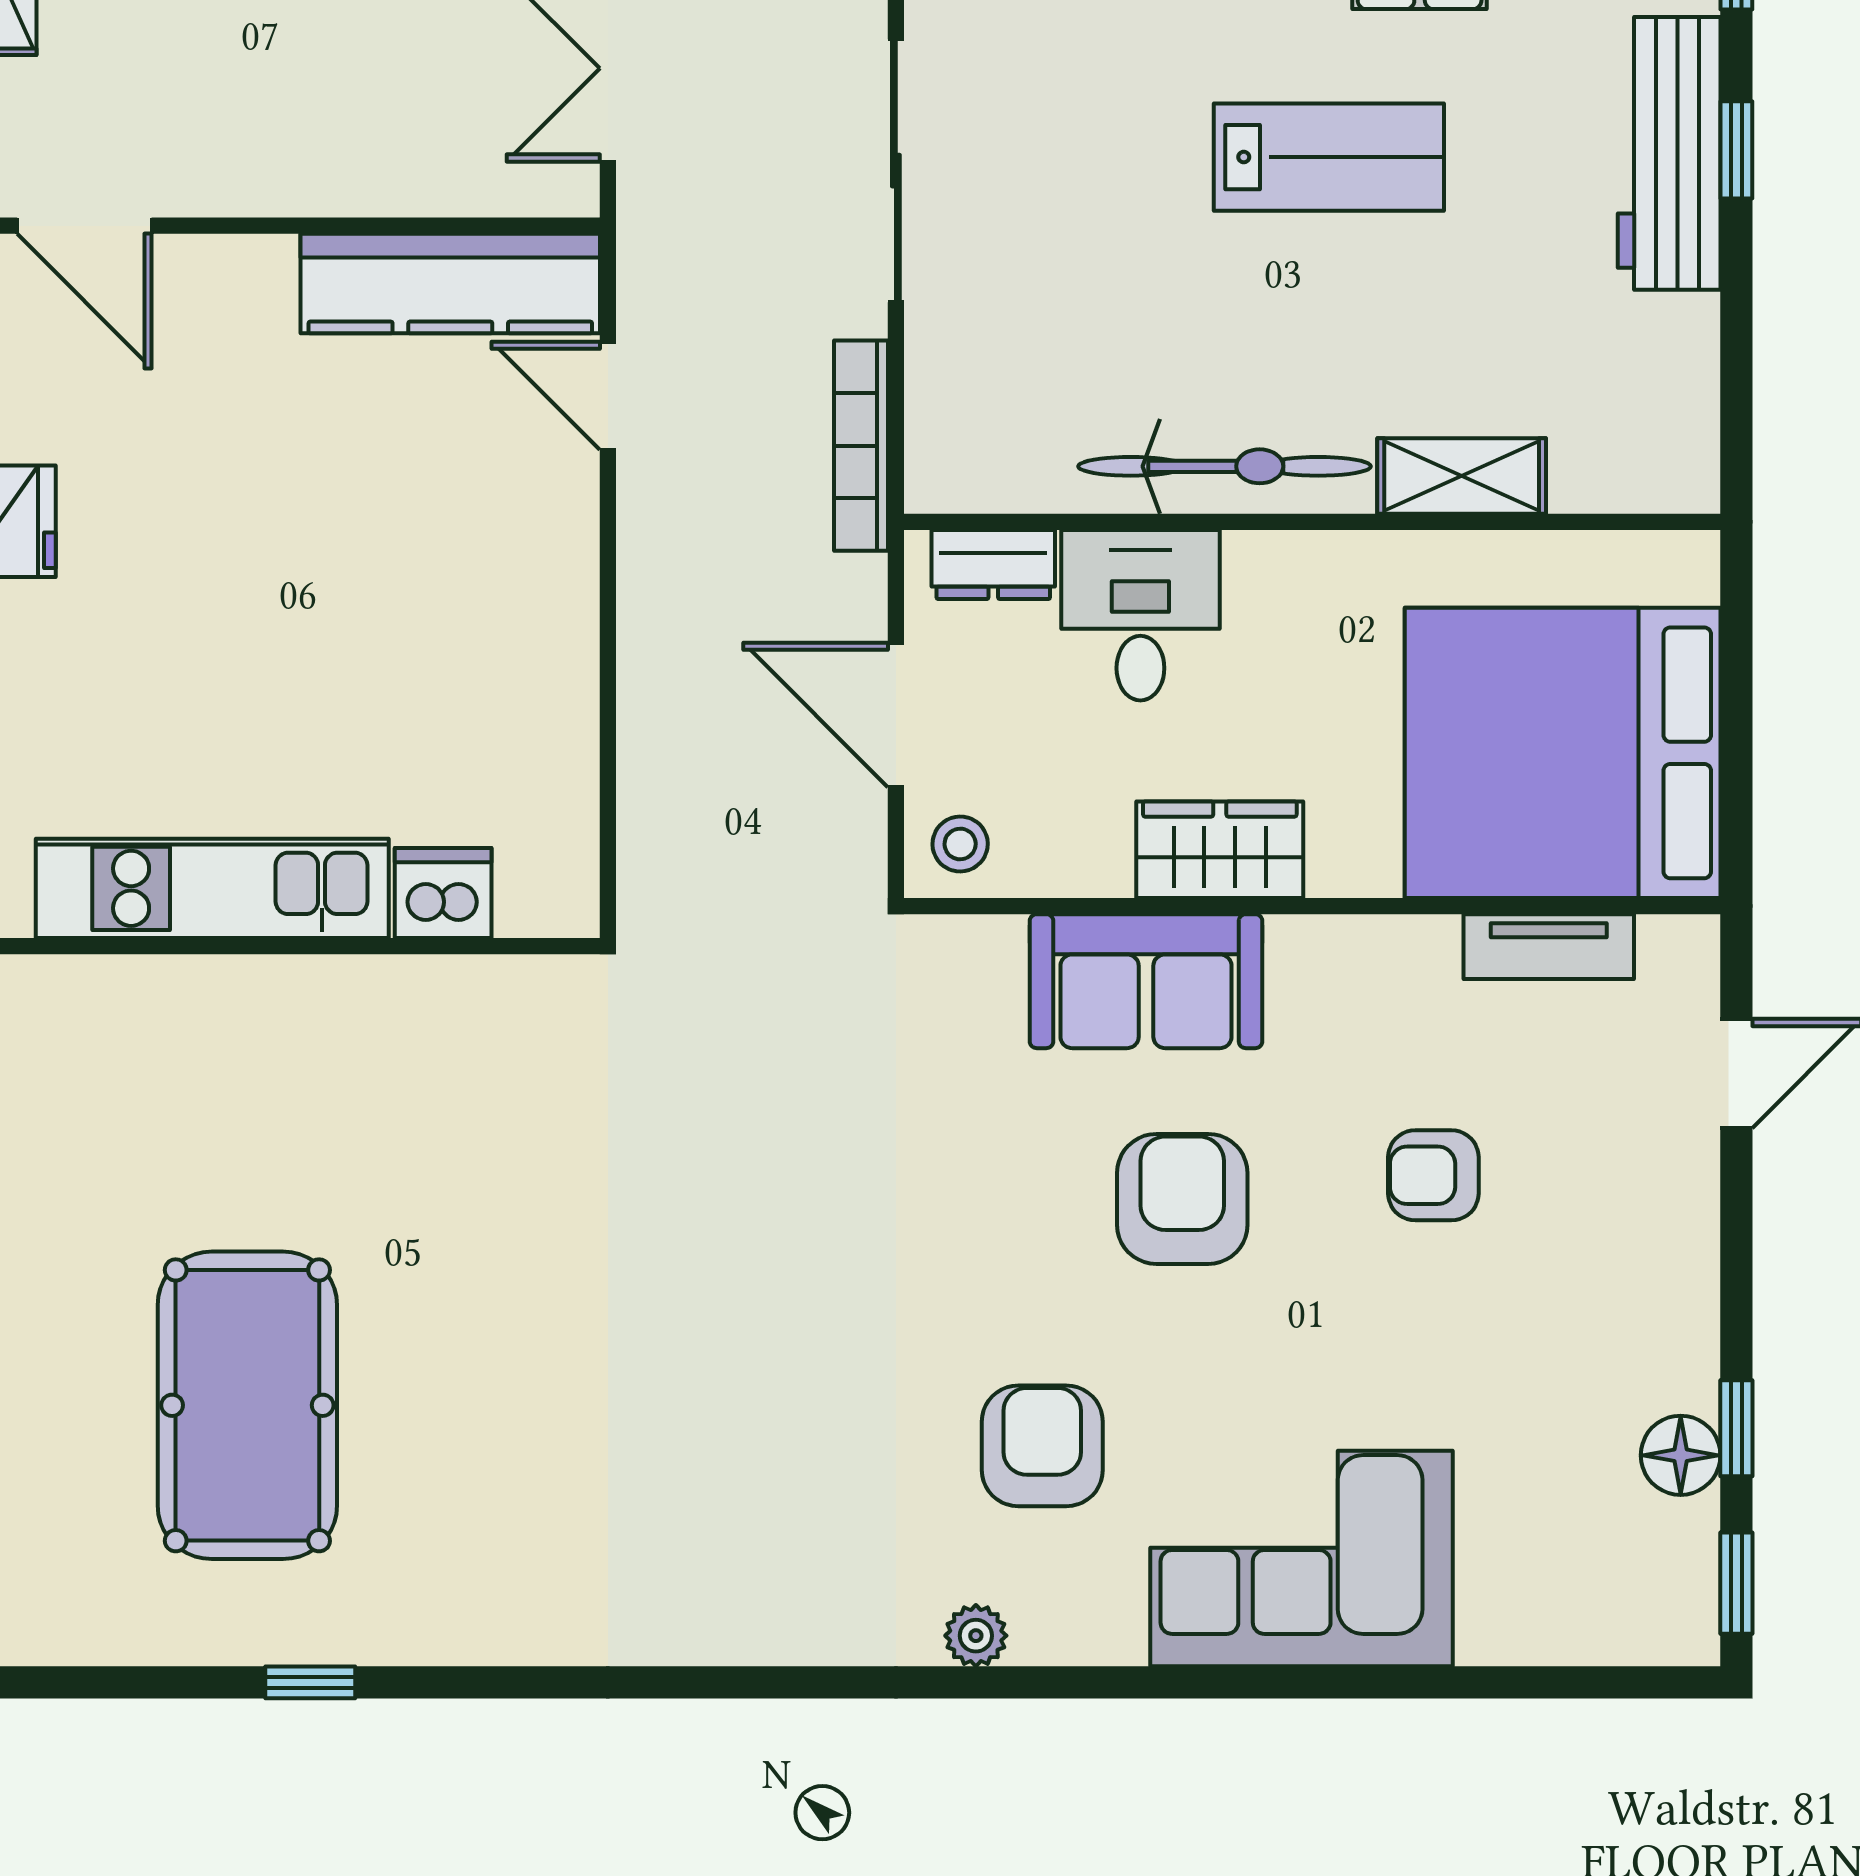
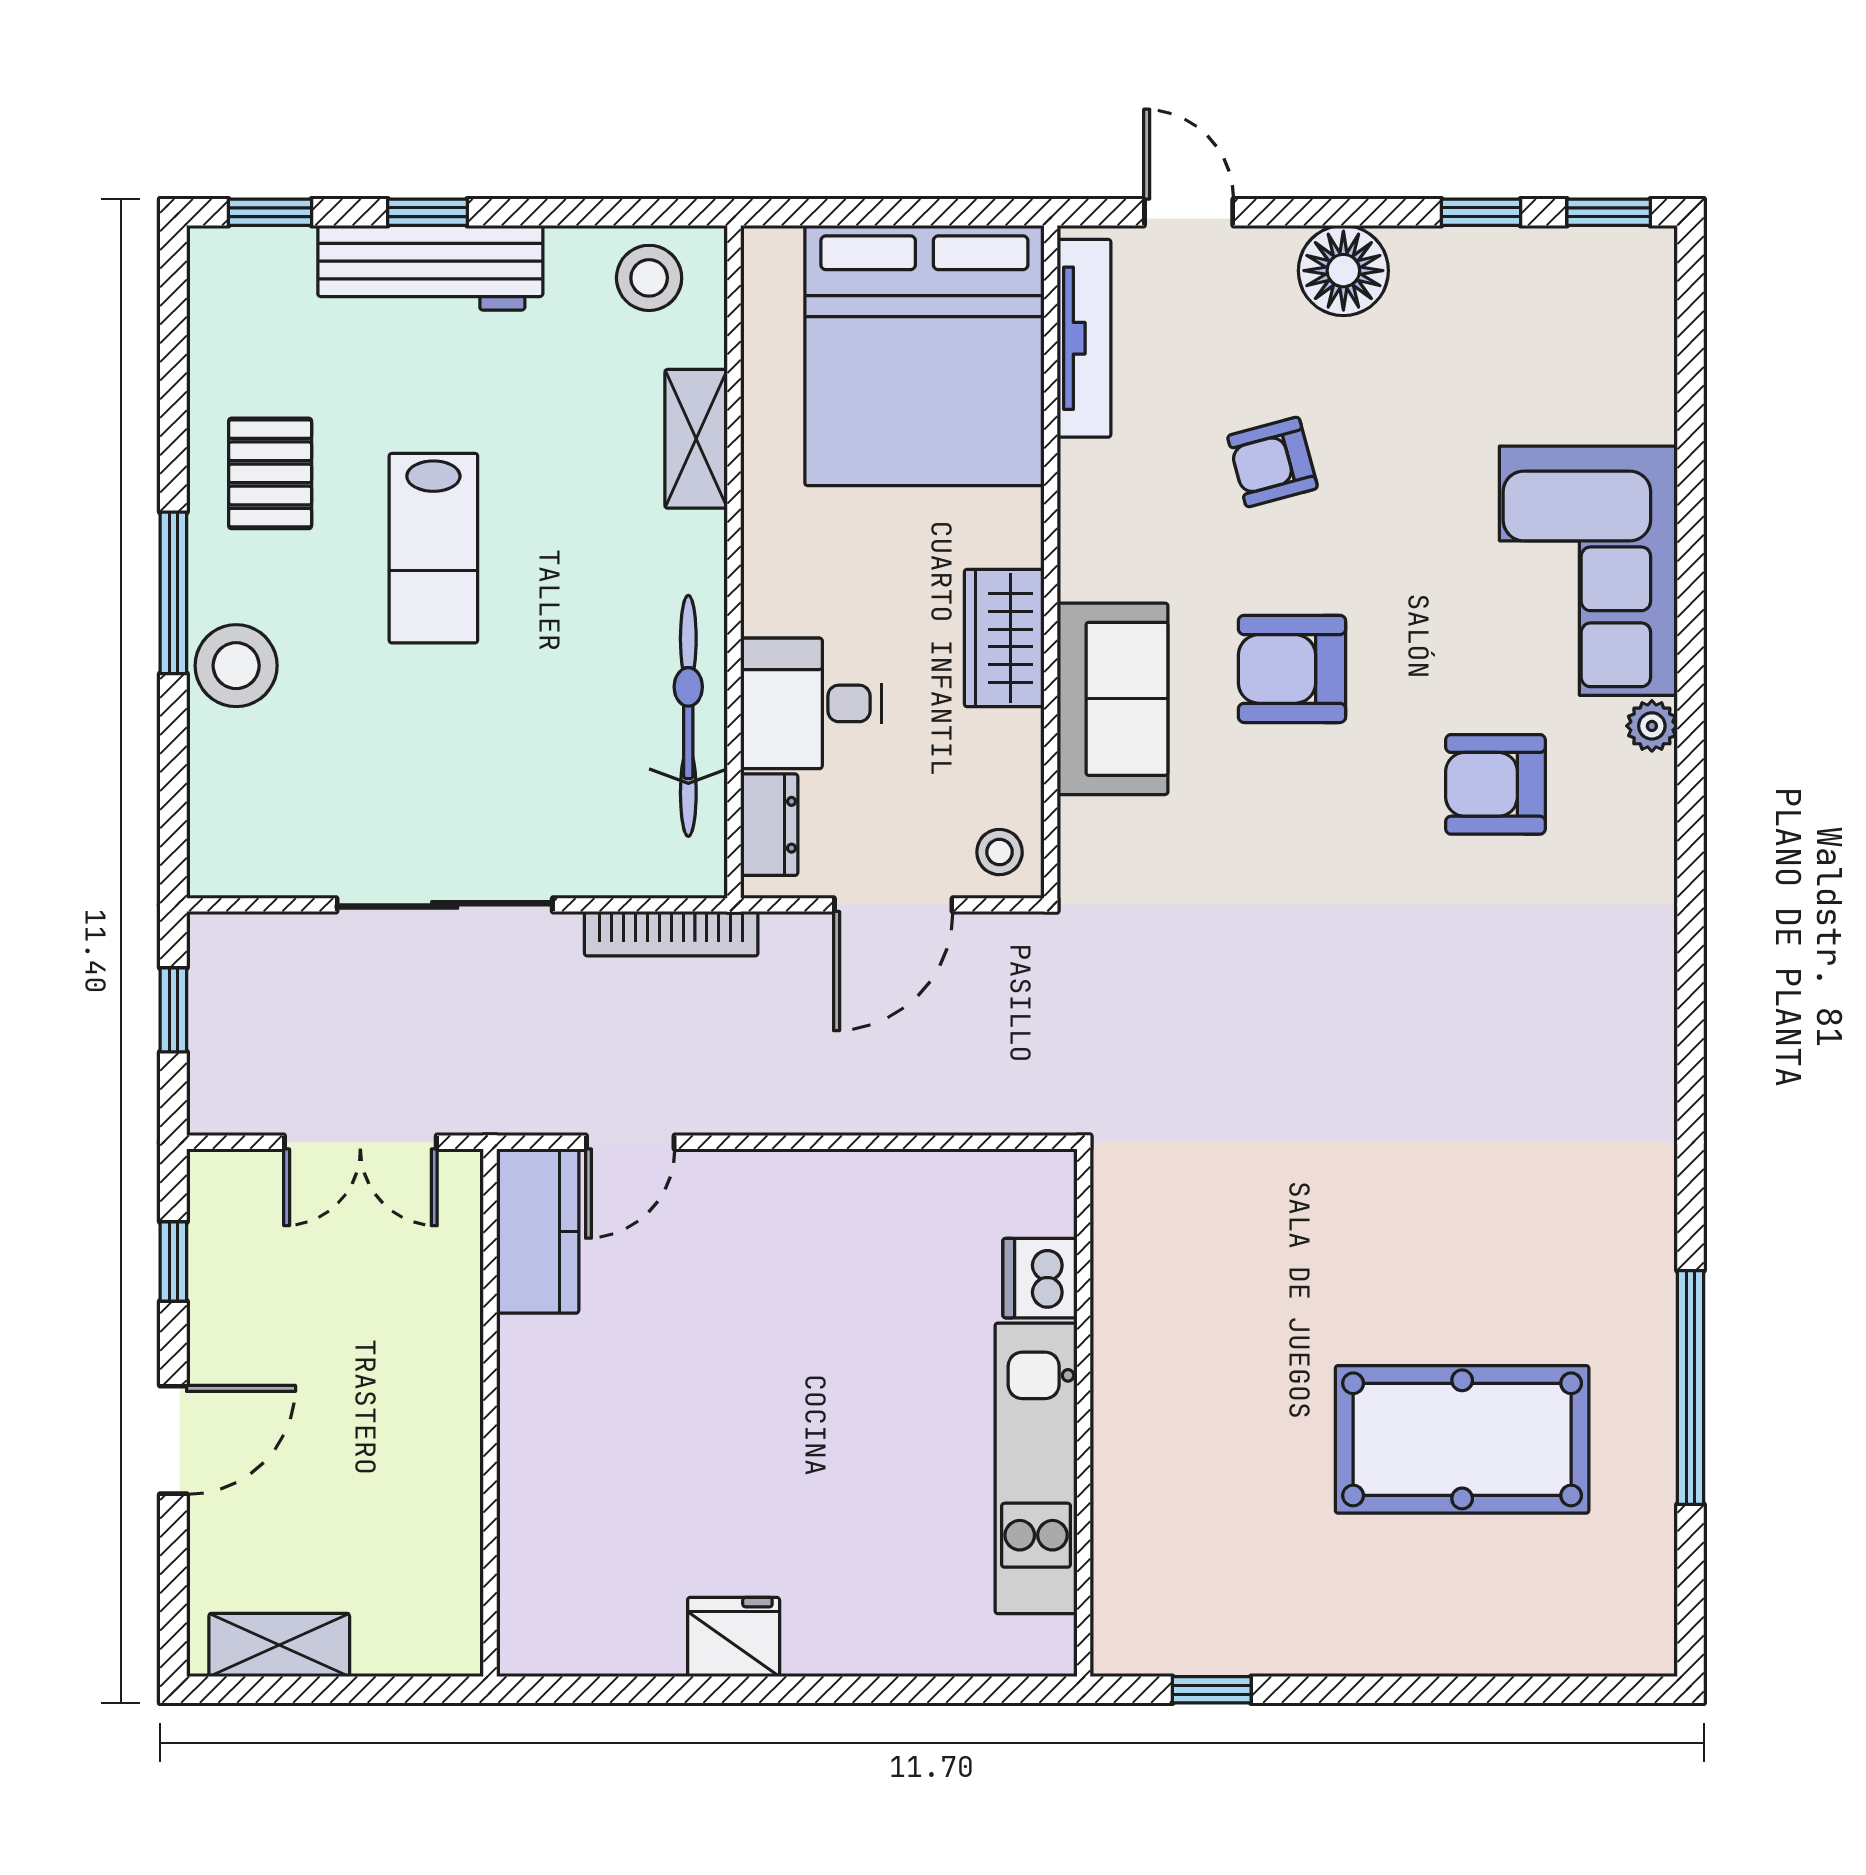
lab bench: (1329, 157) -> (433, 548), turned 180
door: (84, 226) -> (490, 1574), removed
kitchen counter: (450, 284) -> (538, 1231), width x0.67
stool: (1657, 419) -> (649, 278), added
bicycle: (1225, 466) -> (688, 716), moved
tv unit: (1549, 947) -> (1084, 338), width x1.41
armchair: (1433, 1175) -> (1273, 462), turned 75
floor lamp: (1681, 1455) -> (1343, 271), moved, width x1.38, depth x1.38
plant: (976, 1636) -> (1652, 726), moved
window: (310, 1682) -> (1690, 1388), width x3.17

